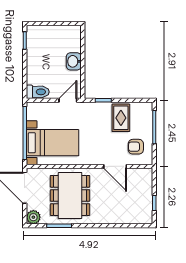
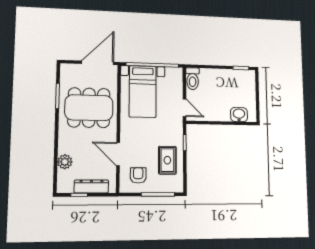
washbasin: (74, 61) -> (239, 115), moved
rug: (121, 118) -> (167, 160), turned 90
door: (115, 166) -> (118, 154), hinge flipped
dresser: (146, 192) -> (91, 186), added
plant: (33, 217) -> (65, 162), moved

